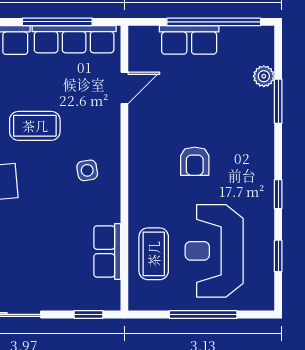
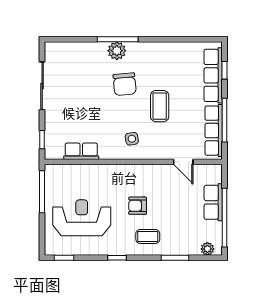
plant: (264, 76) -> (207, 249), moved
coffee table: (154, 254) -> (148, 236), moved, width x0.73, depth x0.77
window: (278, 256) -> (64, 258), moved
window: (203, 314) -> (42, 192), moved

